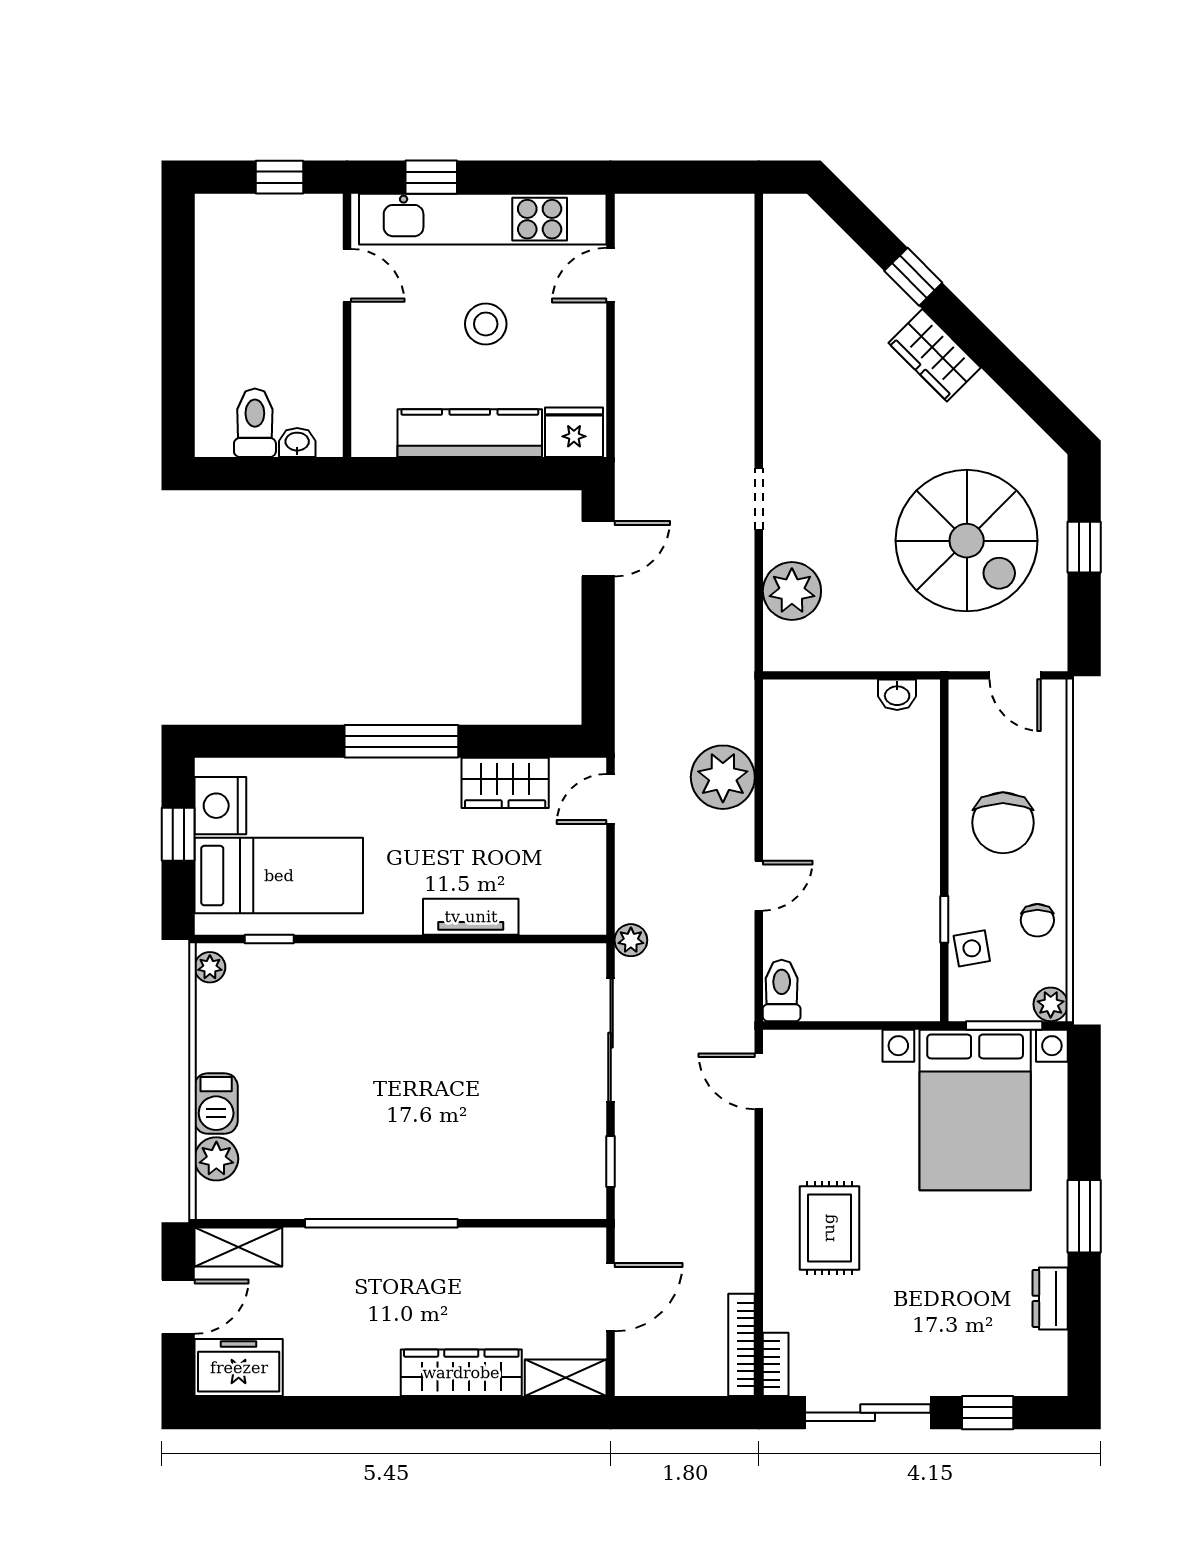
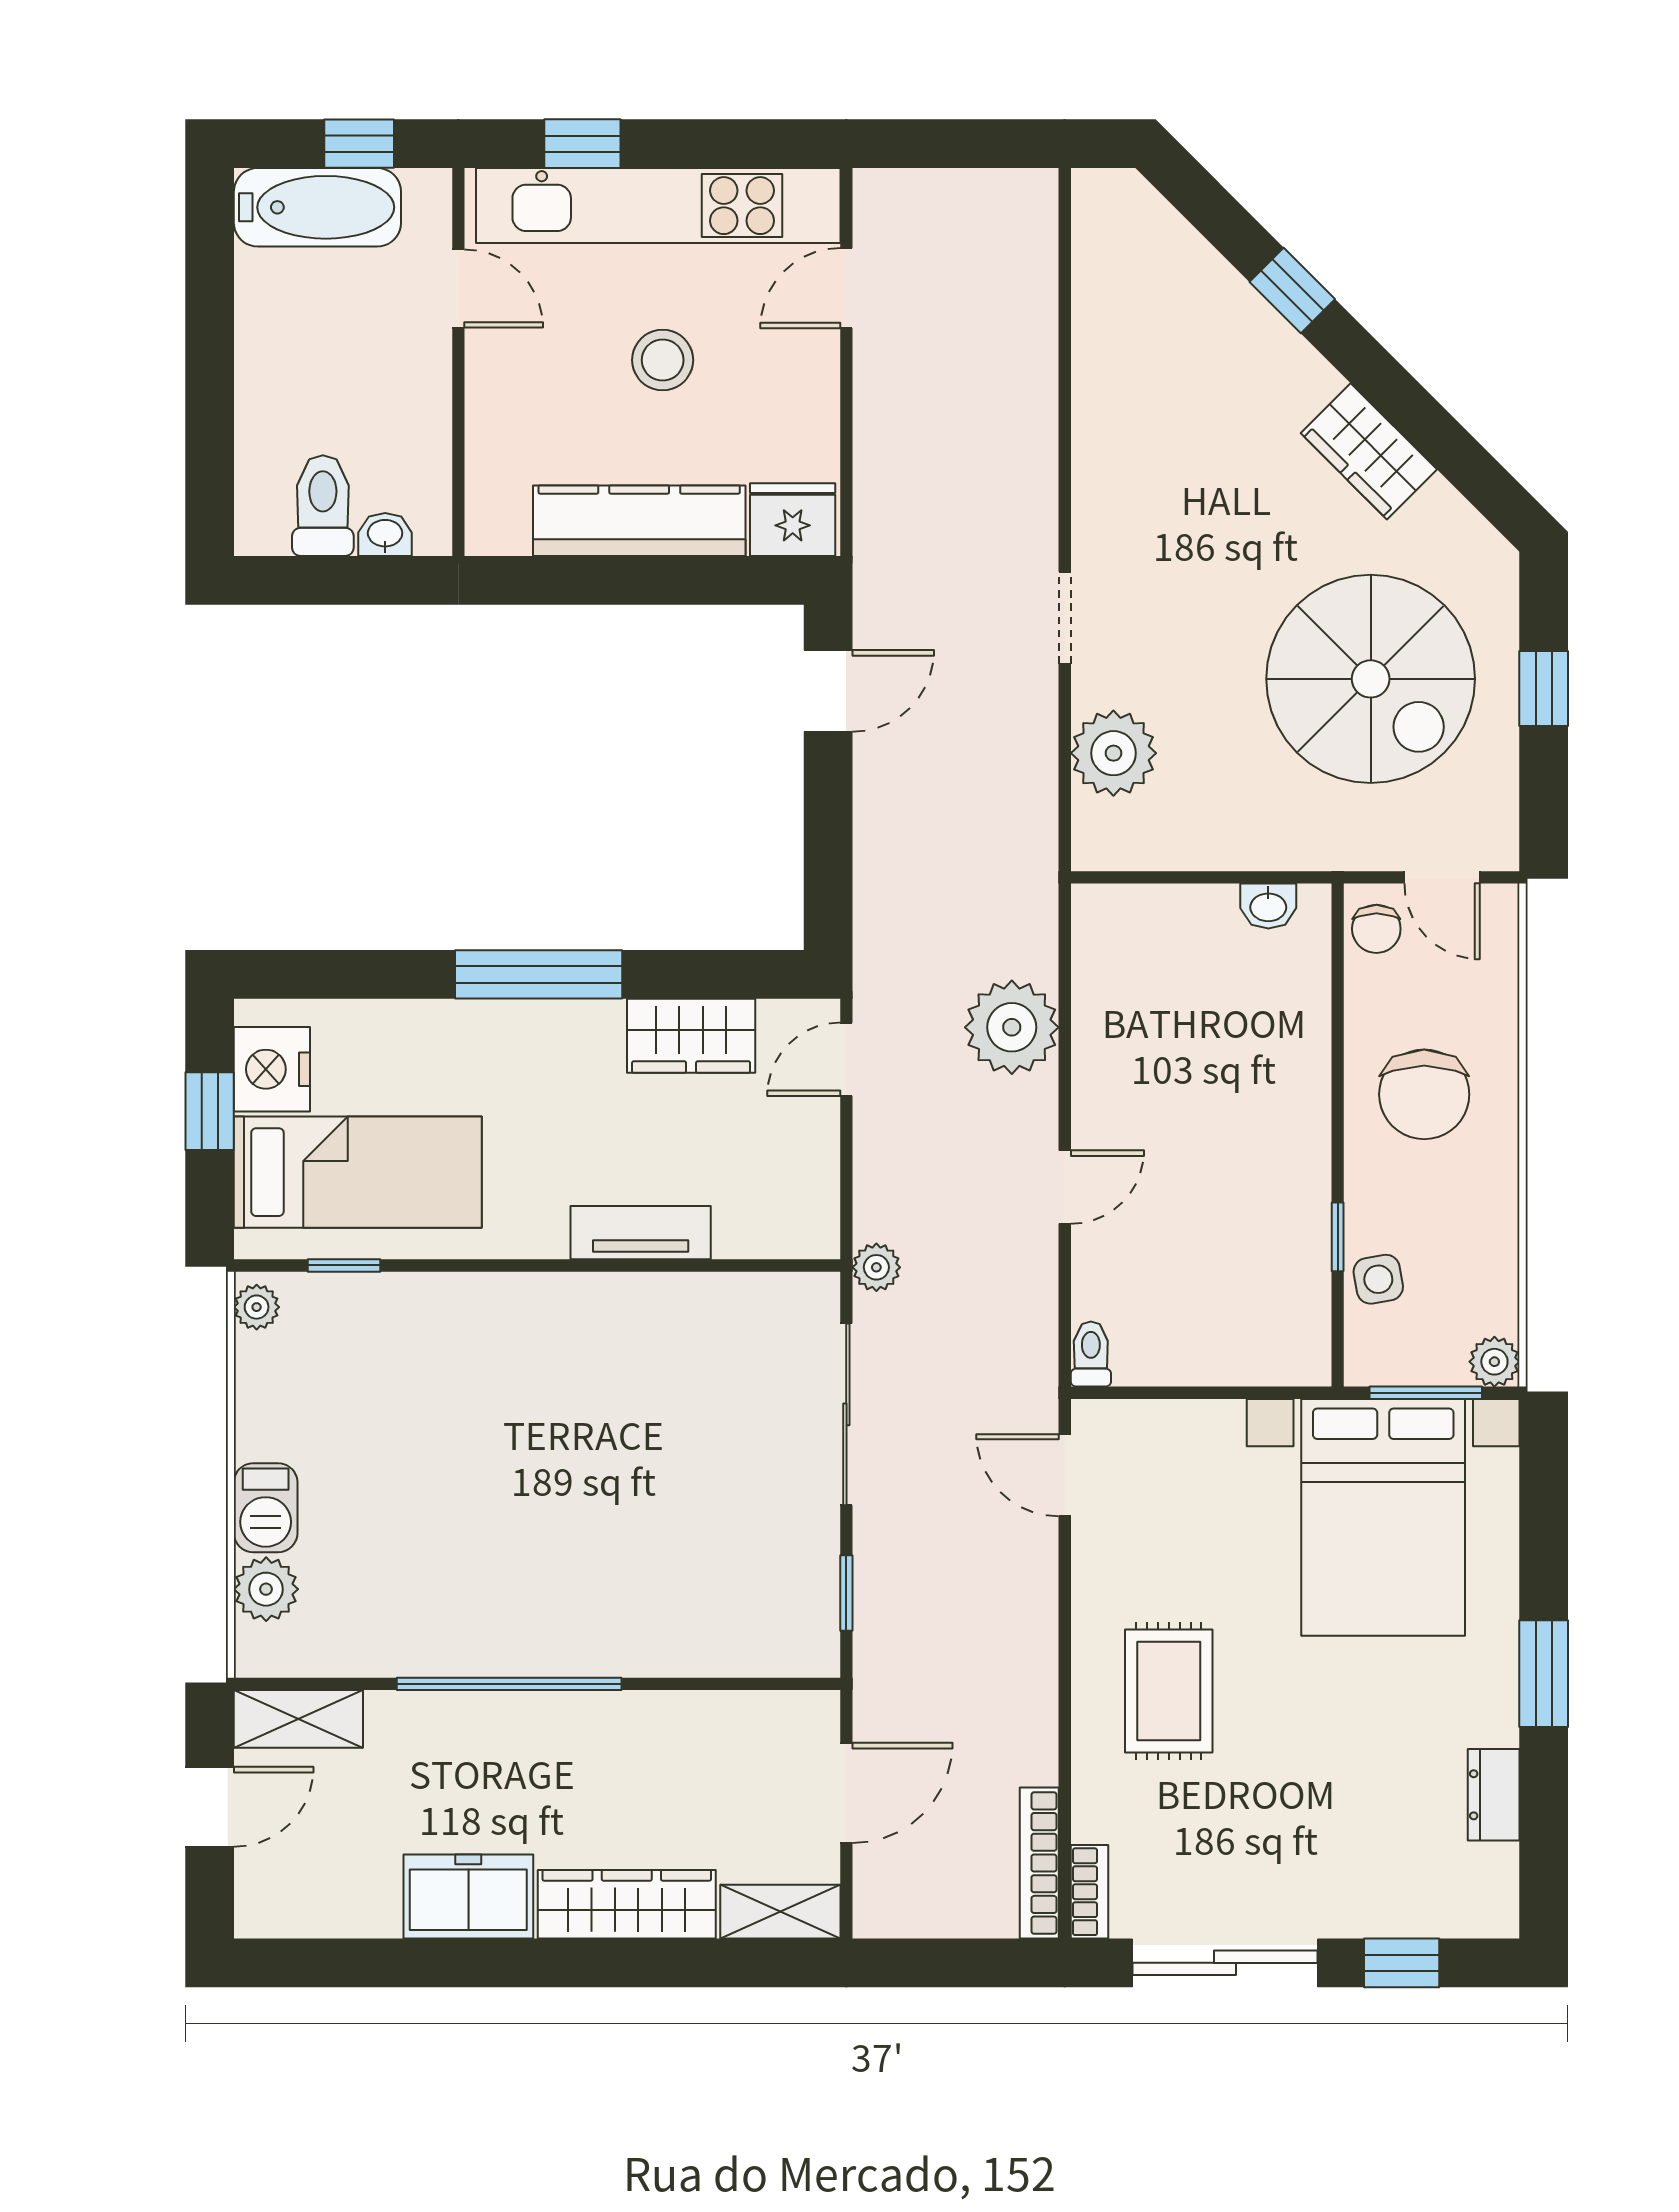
bathtub: (251, 220) -> (317, 207), added
wardrobe: (935, 355) -> (1369, 451), moved
chair: (1037, 920) -> (1376, 929), moved
toilet: (782, 991) -> (1091, 1354), width x0.73, depth x0.72
freezer: (239, 1368) -> (468, 1896), moved

